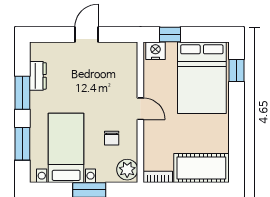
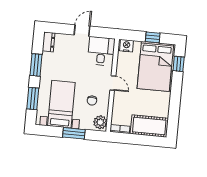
window: (170, 34) -> (153, 37), moved
desk: (118, 63) -> (101, 51), added
dresser: (38, 76) -> (49, 42), moved

